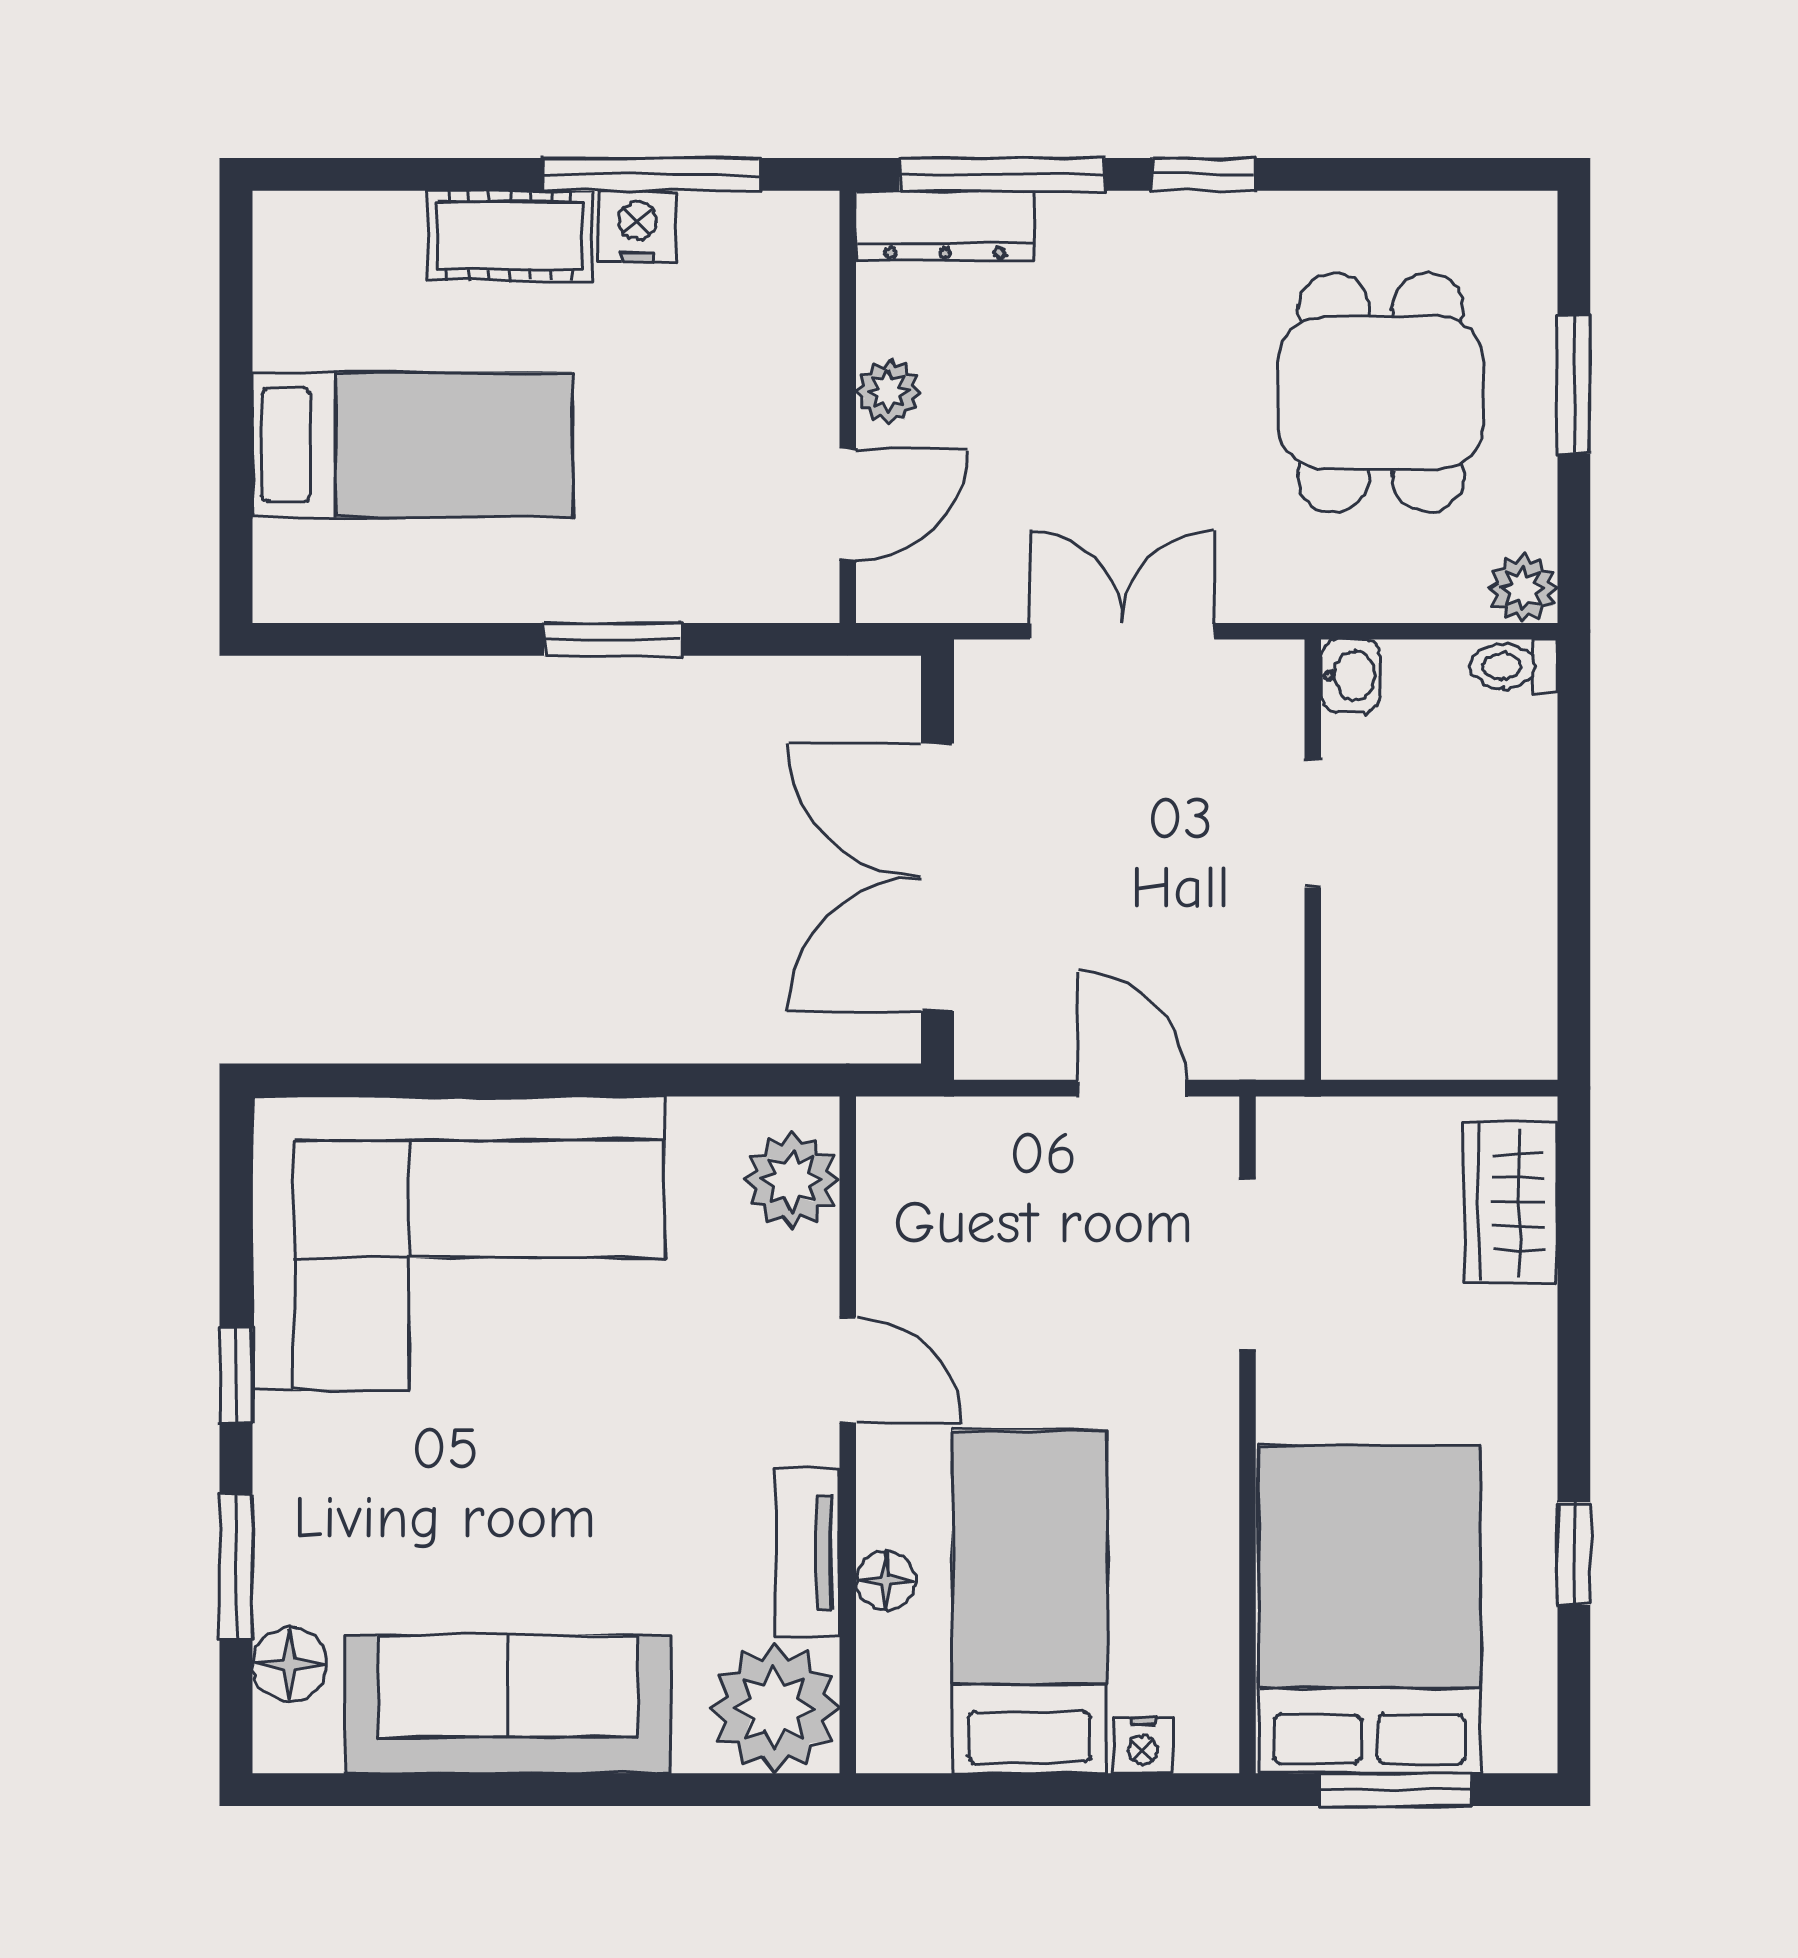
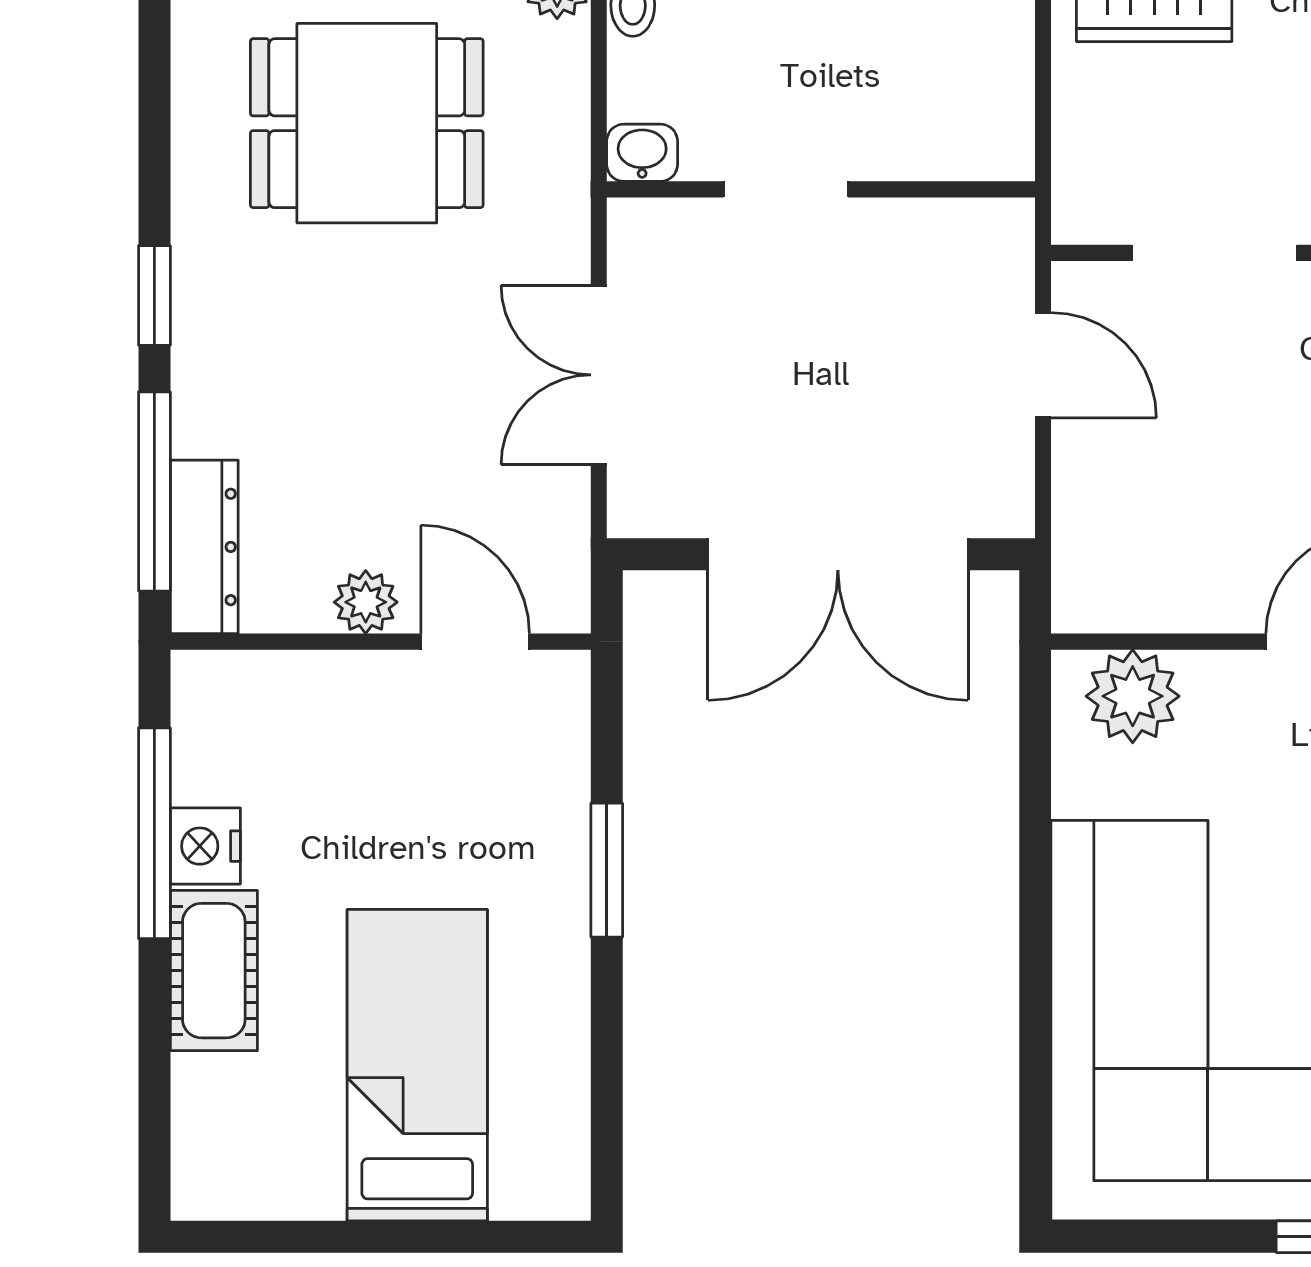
door: (1132, 1088) -> (1043, 365), swing flipped

